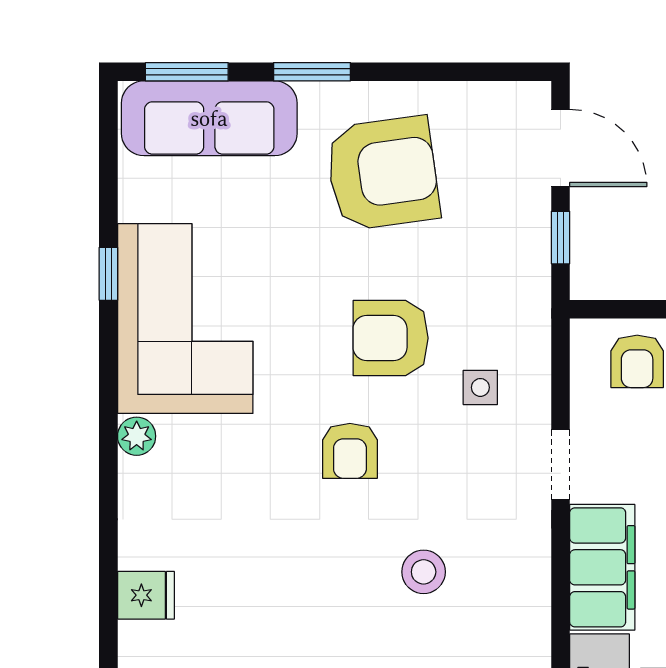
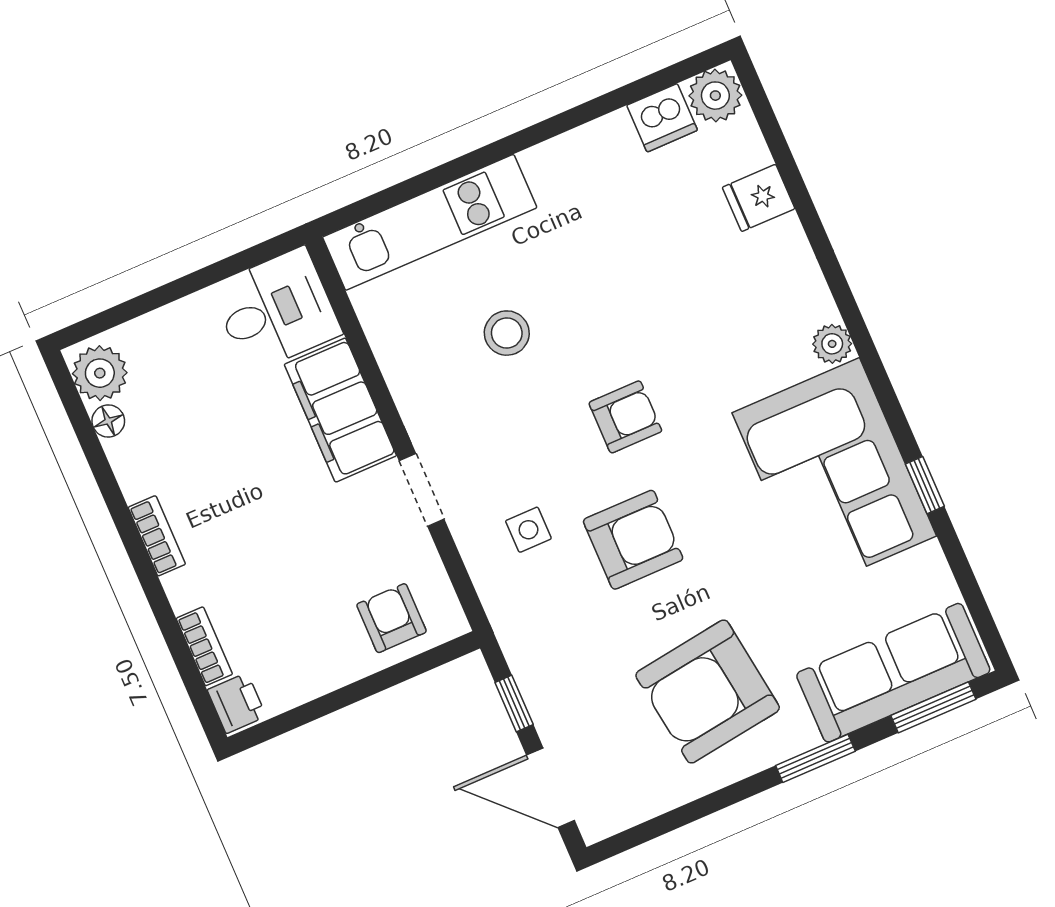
armchair: (350, 451) -> (625, 417), turned 90

